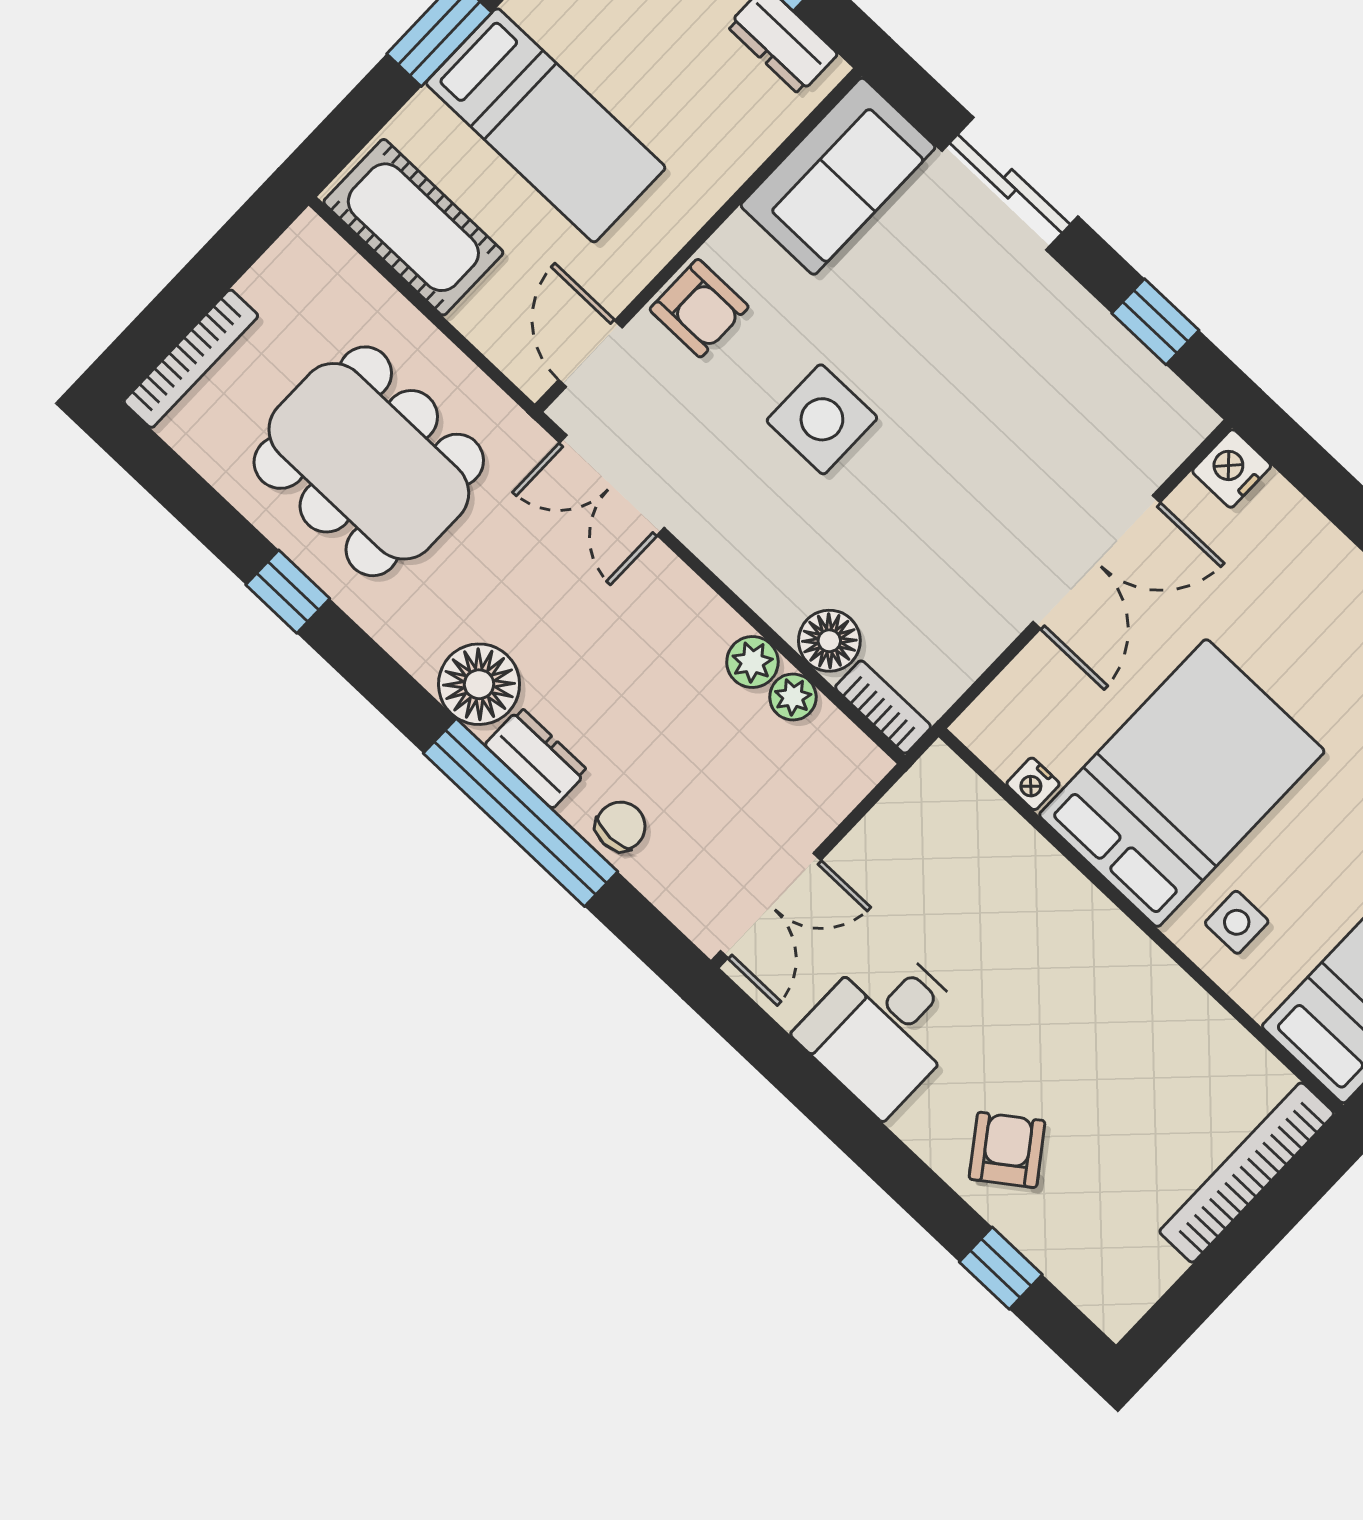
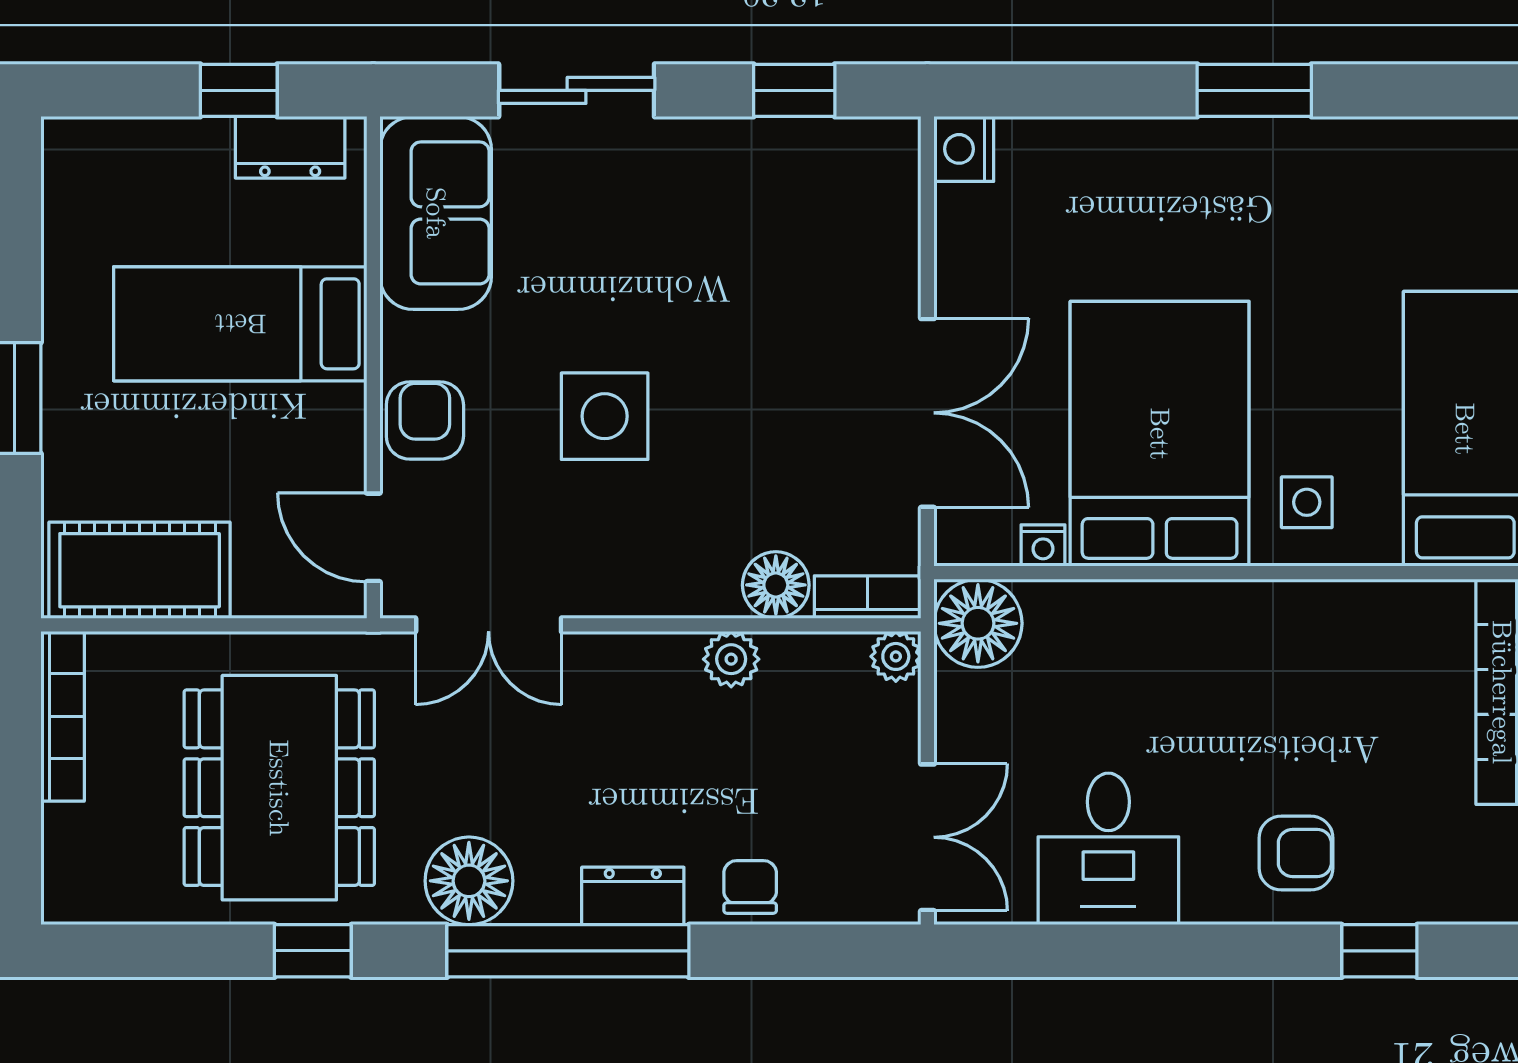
bed: (546, 125) -> (240, 324), moved, turned 180
armchair: (699, 308) -> (425, 420), turned -90
bookcase: (191, 359) -> (63, 716), moved
dining table: (369, 461) -> (279, 788), turned 90
double door: (1097, 562) -> (927, 413), moved
floor lamp: (479, 684) -> (469, 881), moved
plant: (793, 697) -> (896, 656), moved
floor lamp: (940, 795) -> (978, 623), added
window: (520, 812) -> (568, 951), moved
armchair: (1007, 1150) -> (1296, 853), turned 126

